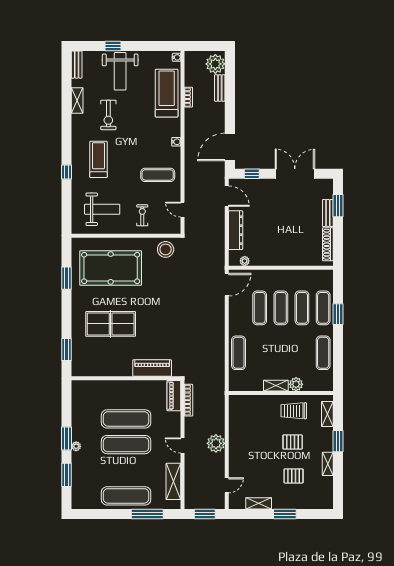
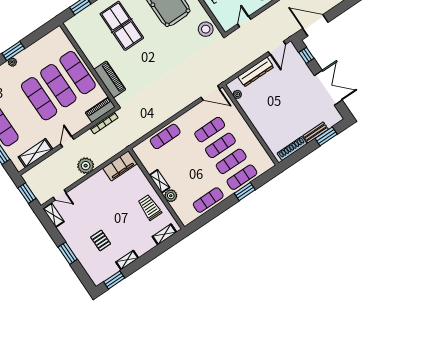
exercise mat: (126, 393) -> (78, 73), added
filing cabinet: (237, 413) -> (120, 166), added
window: (338, 441) -> (114, 280), moved
pallet: (293, 442) -> (126, 222), removed
shelving: (259, 503) -> (54, 215), moved

